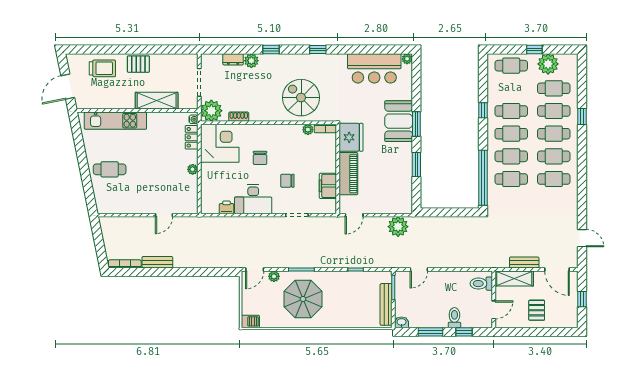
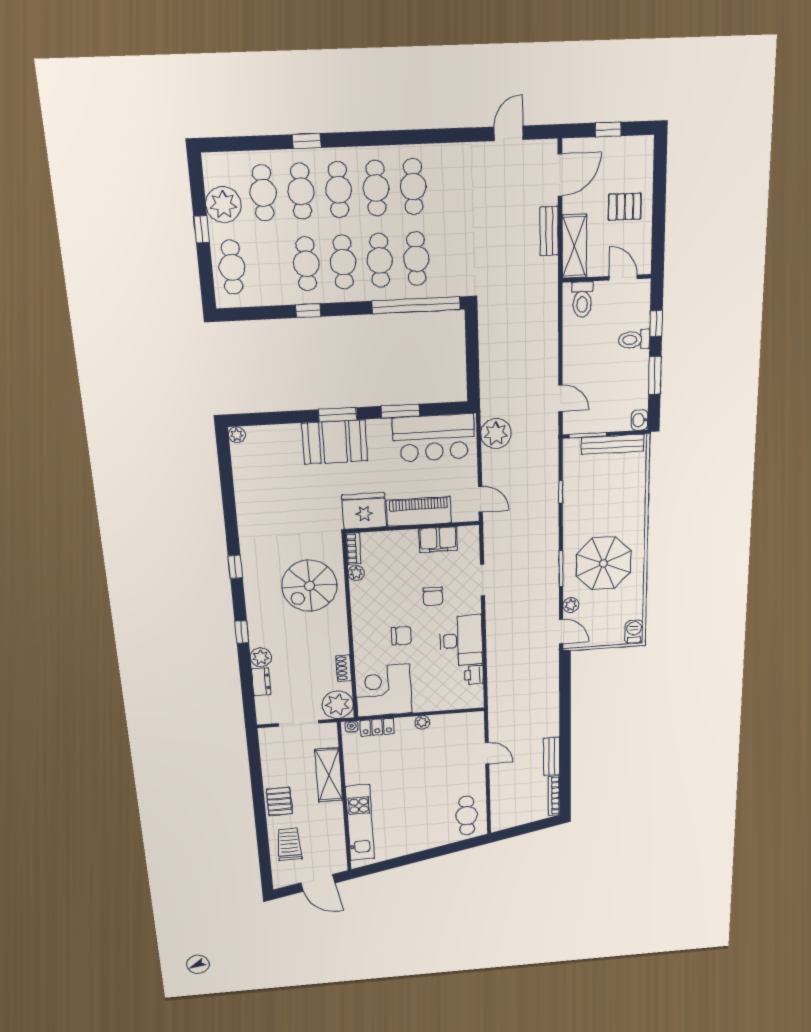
bar counter: (374, 68) -> (434, 438), moved, turned 90
cafe table: (110, 169) -> (467, 816), moved

